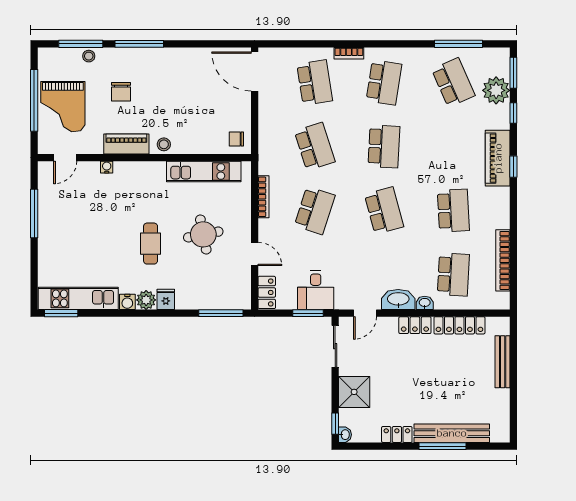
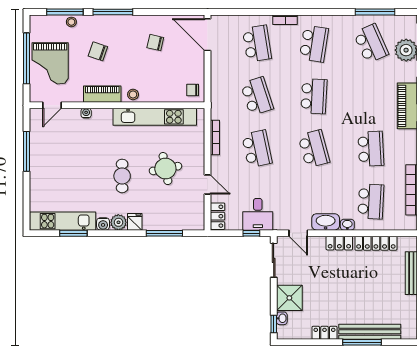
chair: (191, 81) -> (155, 43), added
chair: (121, 92) -> (98, 51), turned 109
kitchen unit: (204, 171) -> (155, 117), width x1.36
school desk: (315, 211) -> (257, 149), turned -30
window: (61, 313) -> (73, 233), moved
window: (221, 313) -> (164, 233), moved
window: (308, 313) -> (251, 233), width x0.67
door: (365, 313) -> (298, 233), hinge flipped
washbasin: (345, 435) -> (282, 318), moved

